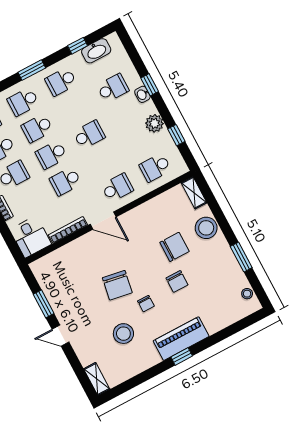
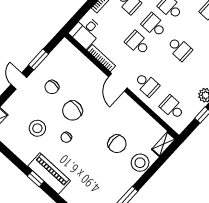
chair: (177, 281) -> (52, 87), moved

